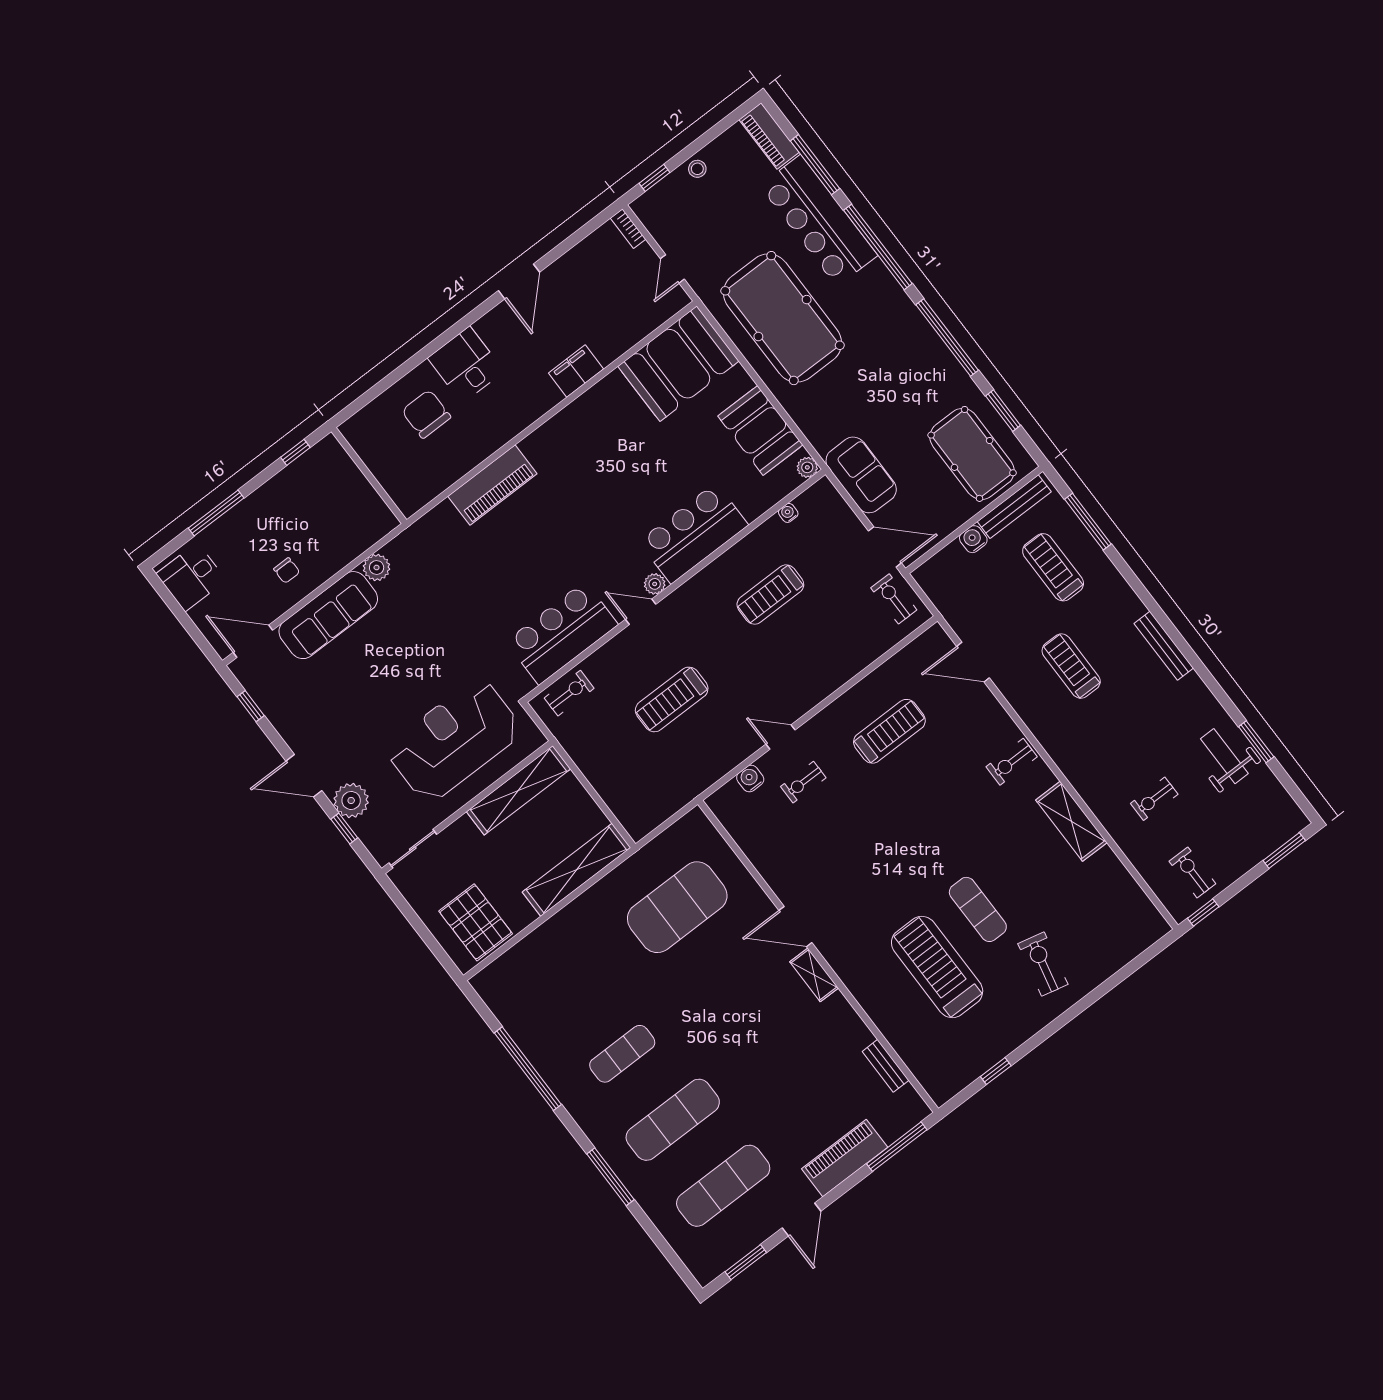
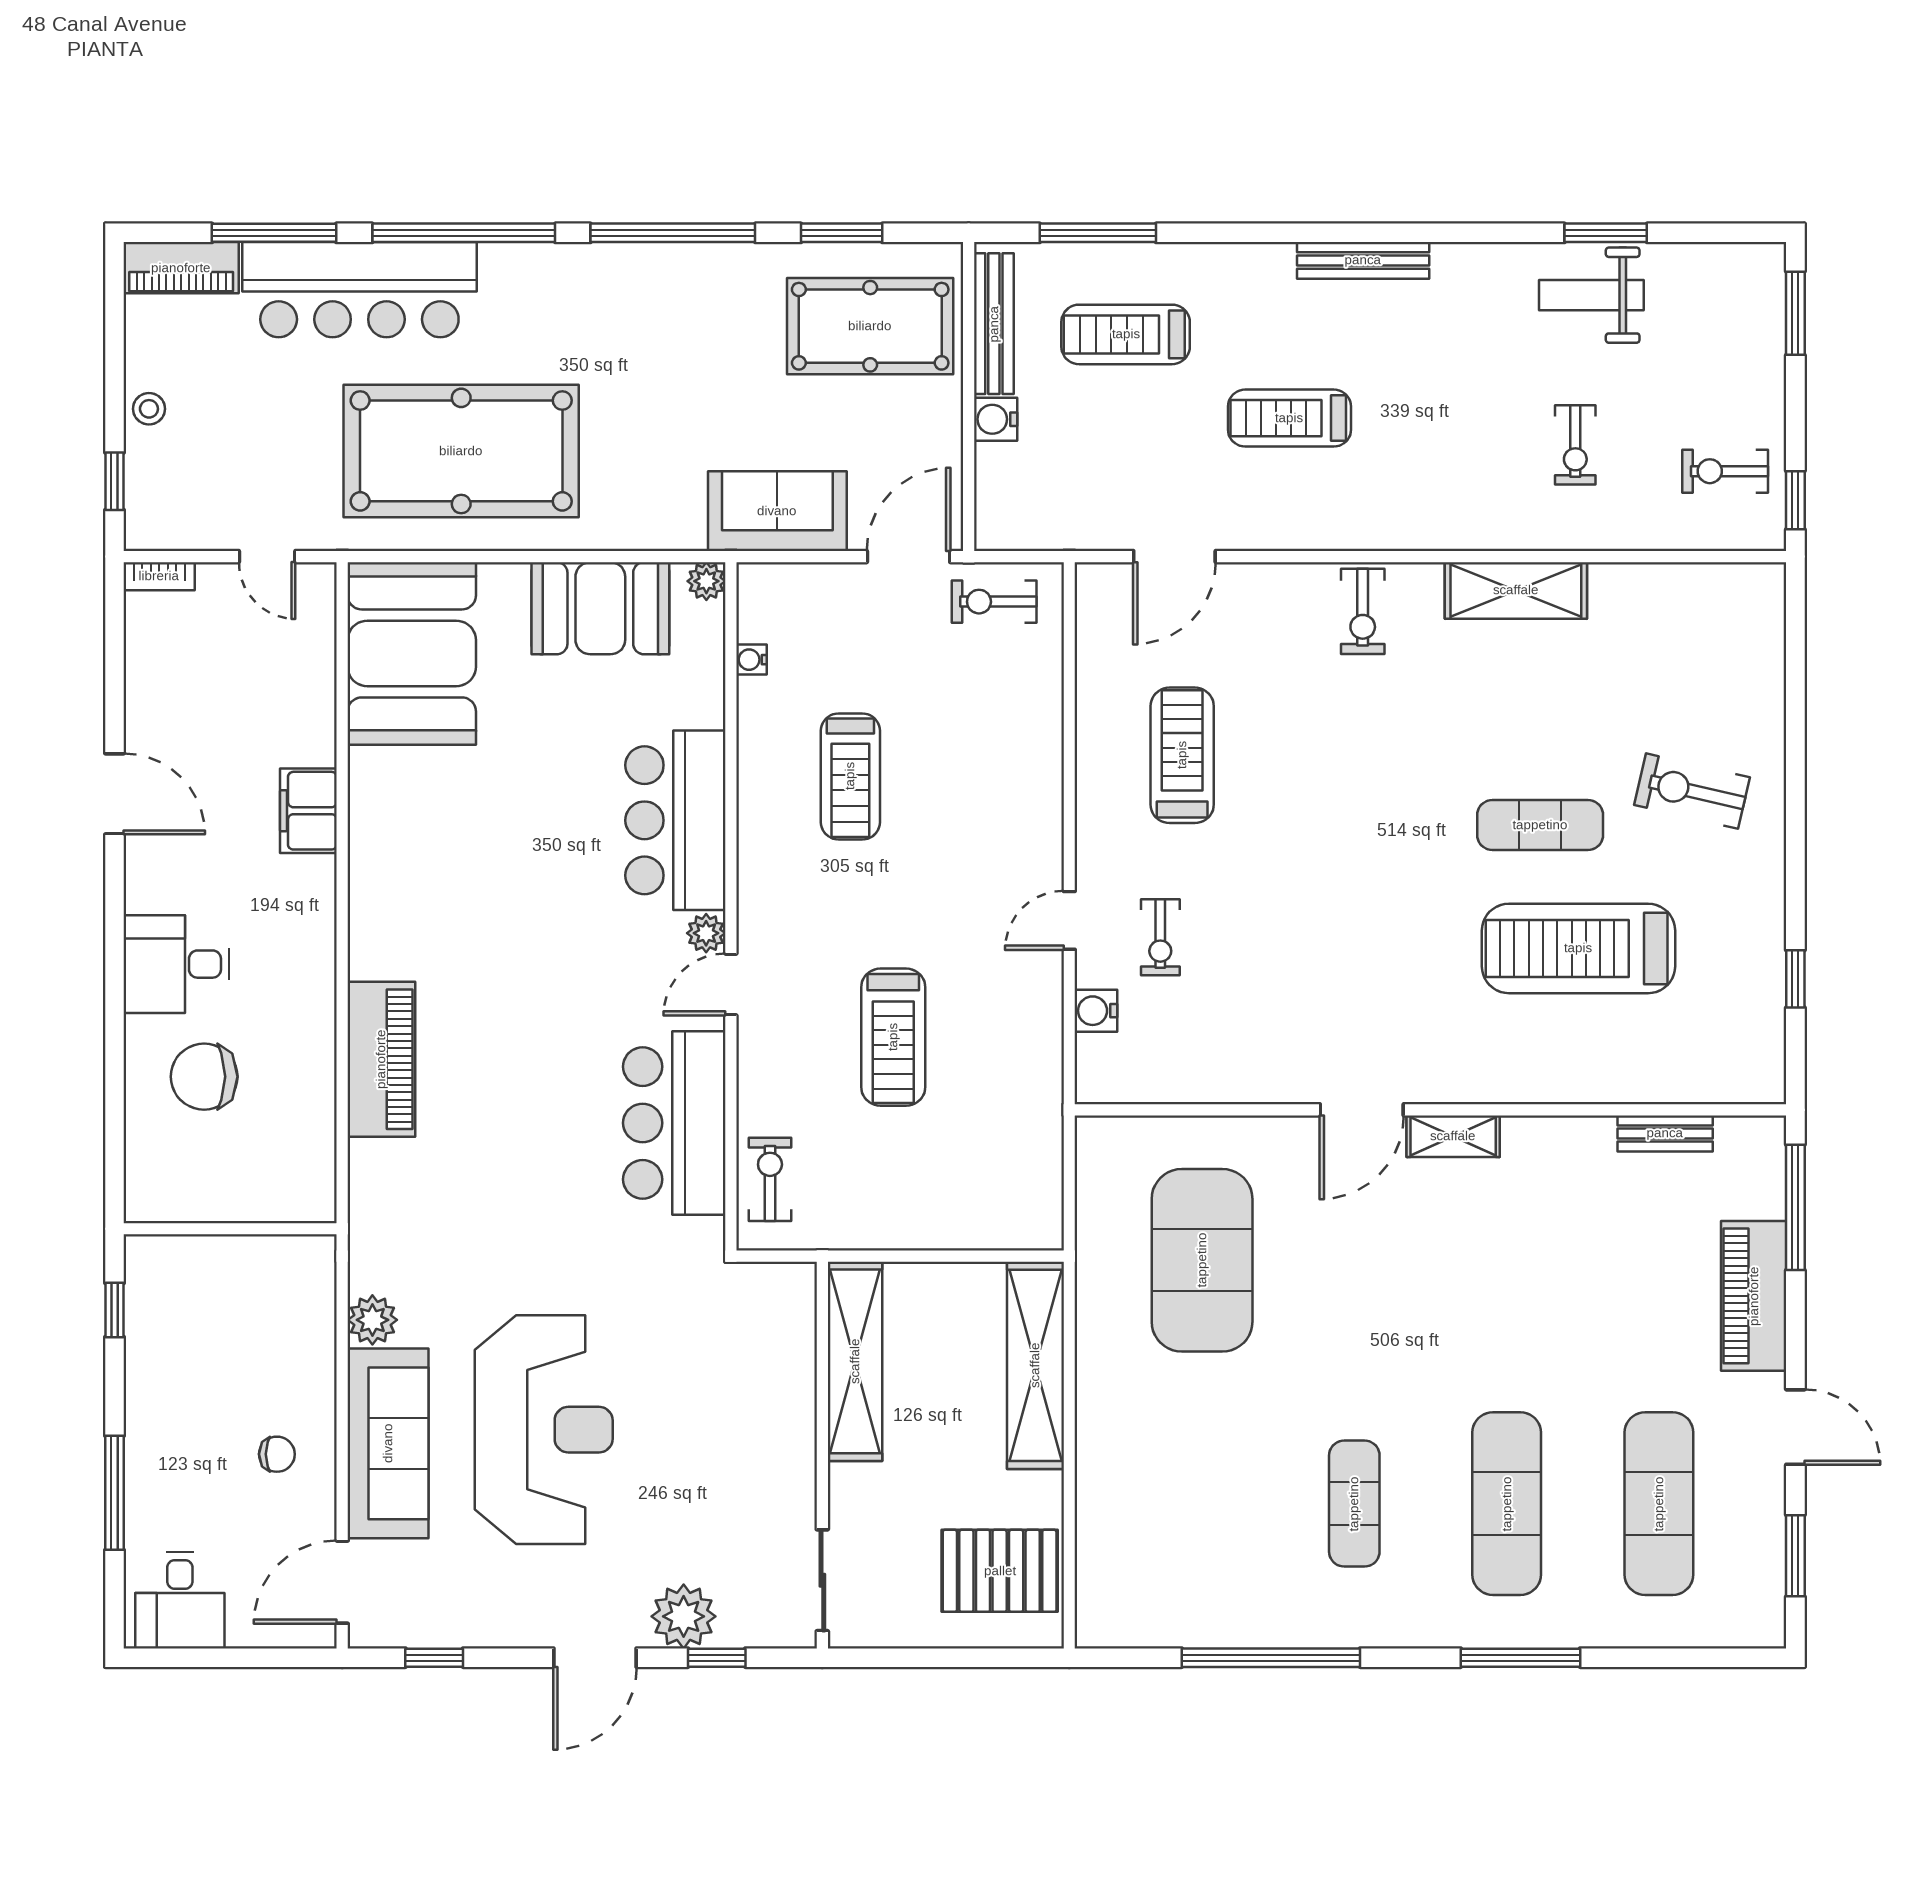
reception desk: (454, 740) -> (544, 1430), moved, turned 180

